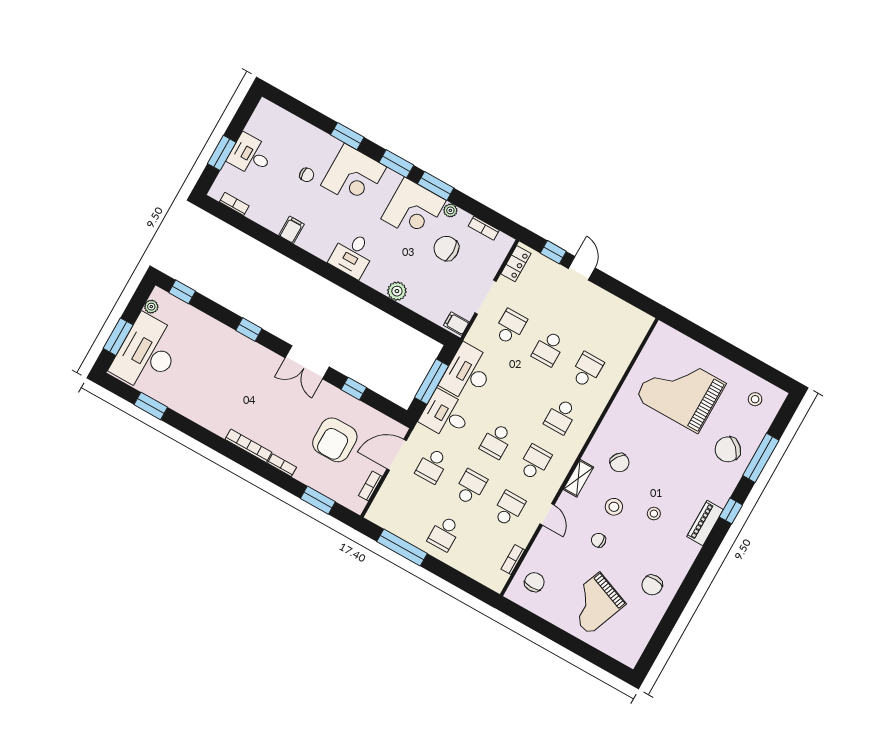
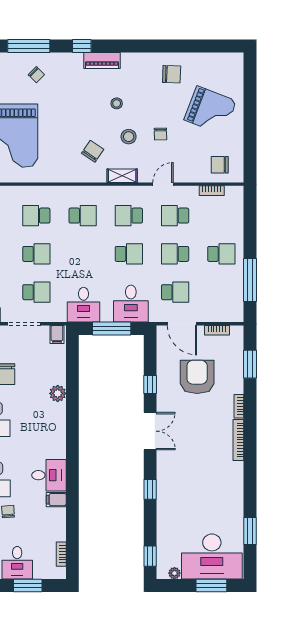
desk: (353, 255) -> (49, 475), moved
school desk: (510, 327) -> (36, 292), turned 180
desk: (468, 373) -> (84, 305), width x0.73
armchair: (335, 440) -> (197, 377), turned -90
chair: (728, 449) -> (36, 75), width x0.54, depth x0.54

